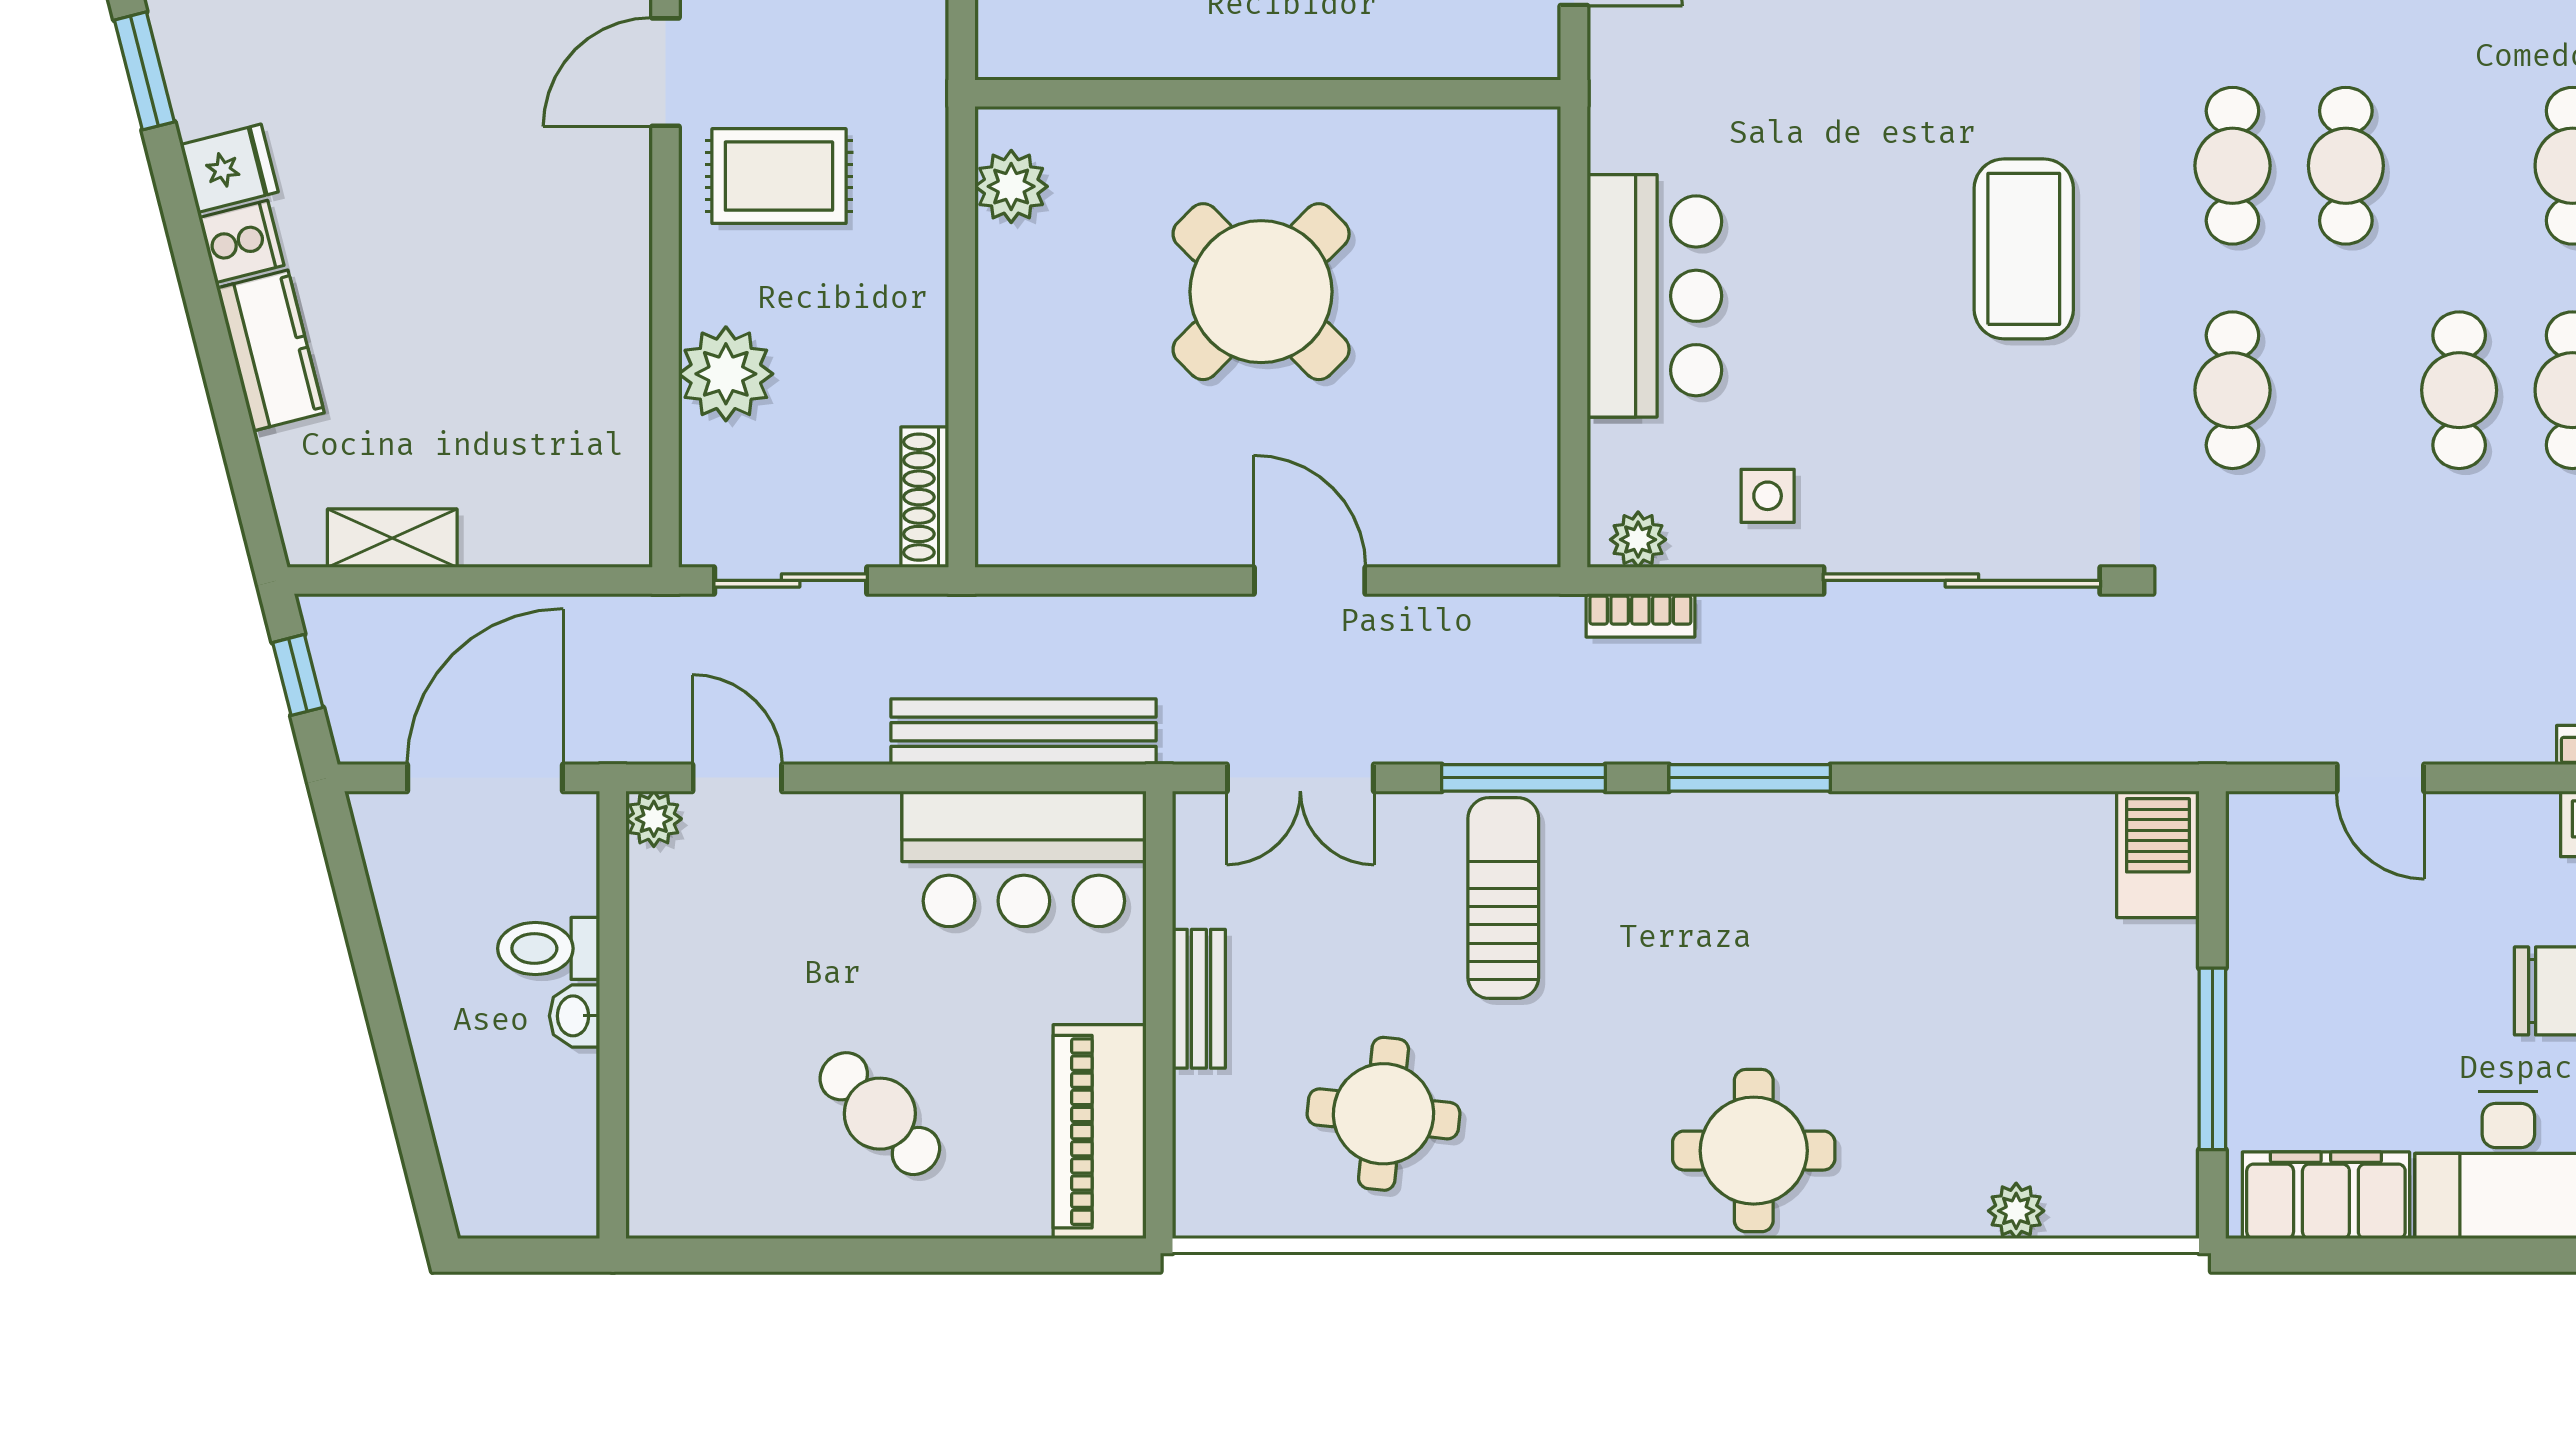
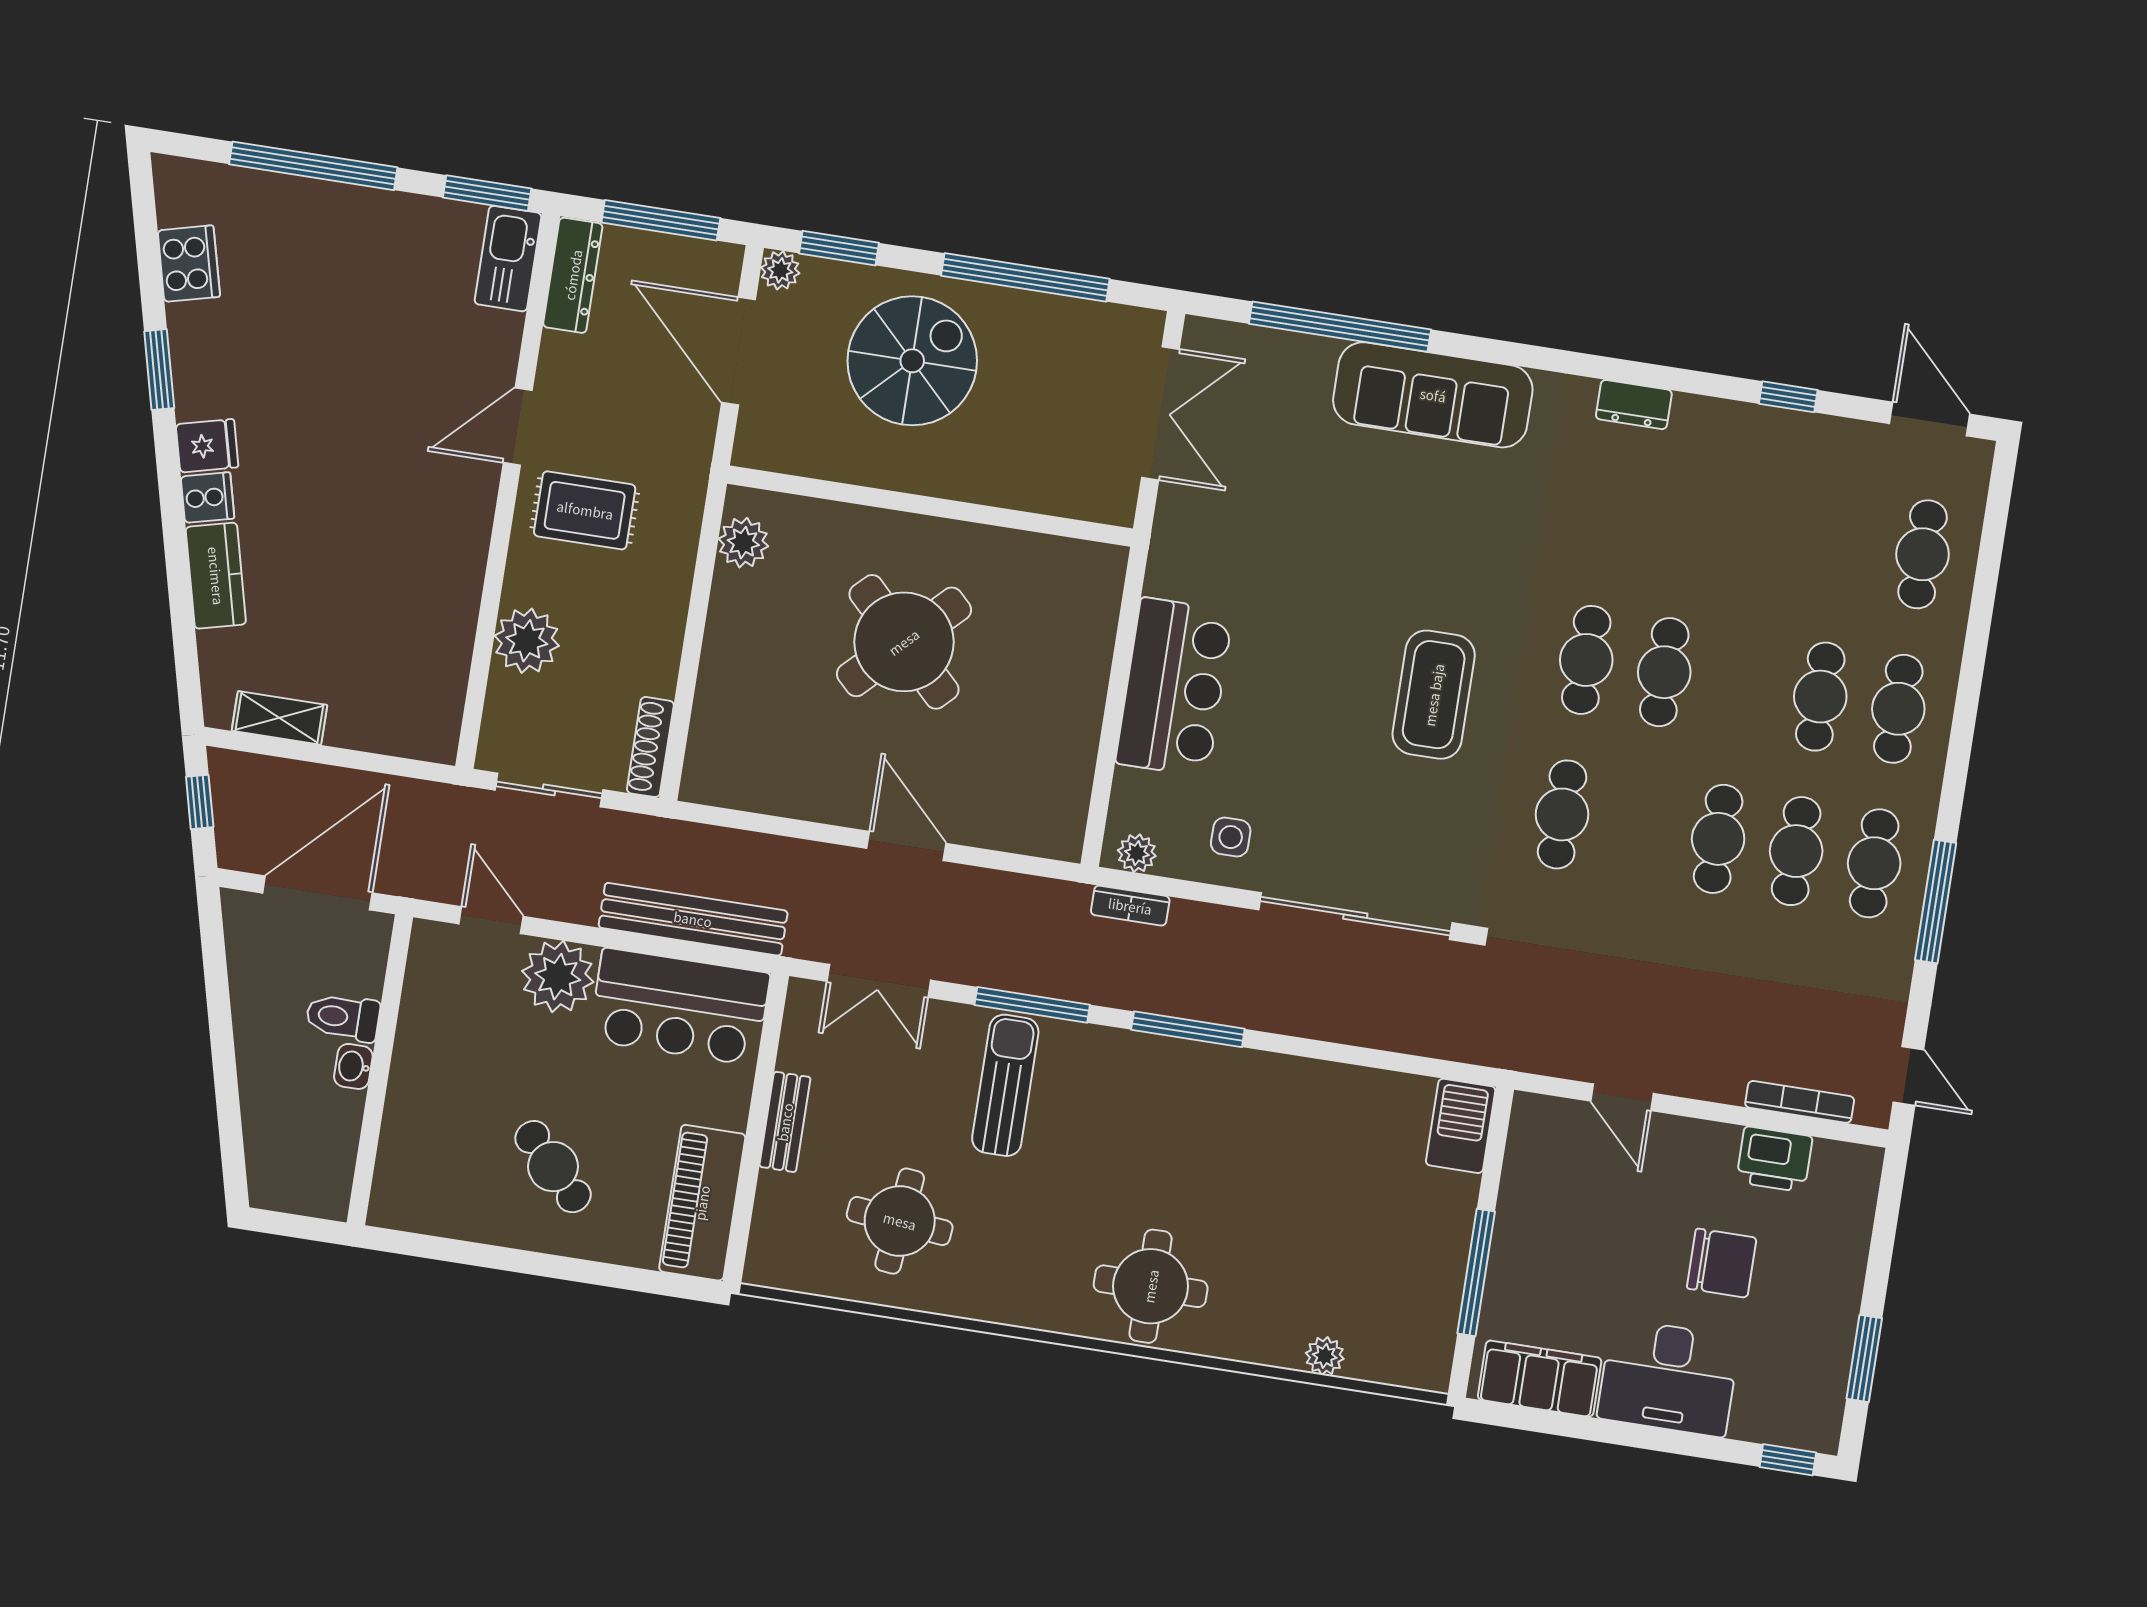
plant: (654, 819) -> (558, 977), moved, width x1.87, depth x1.87

